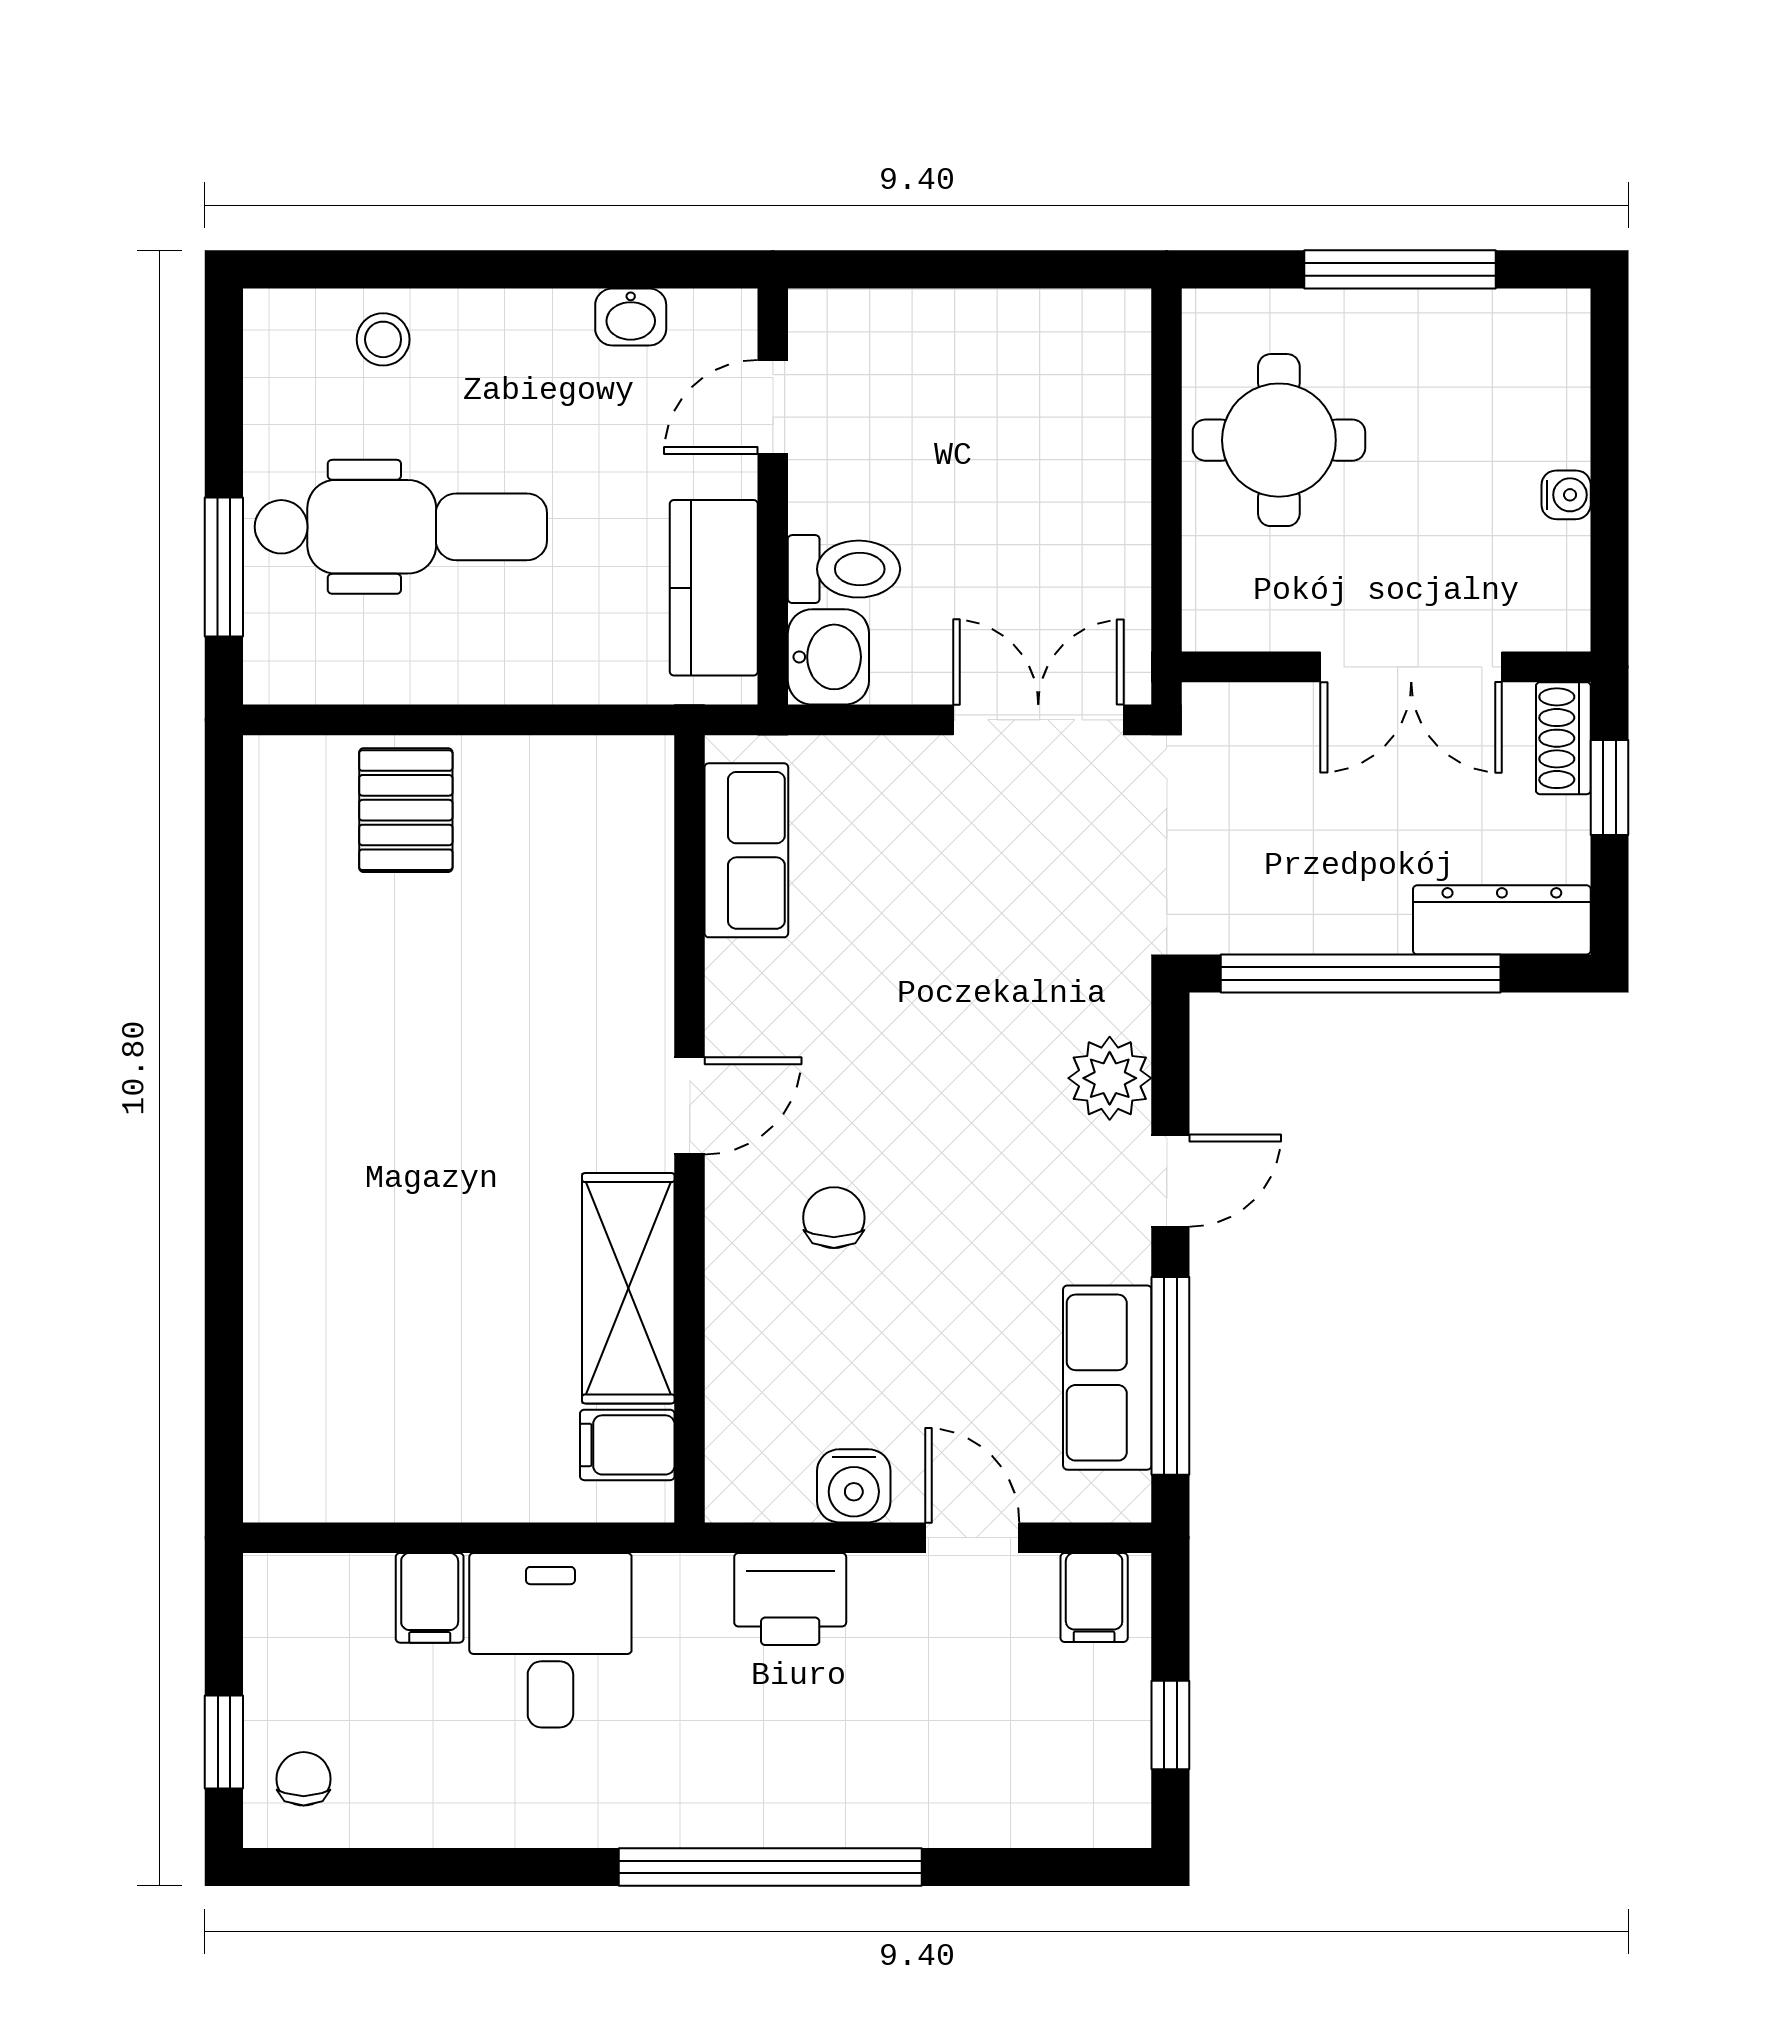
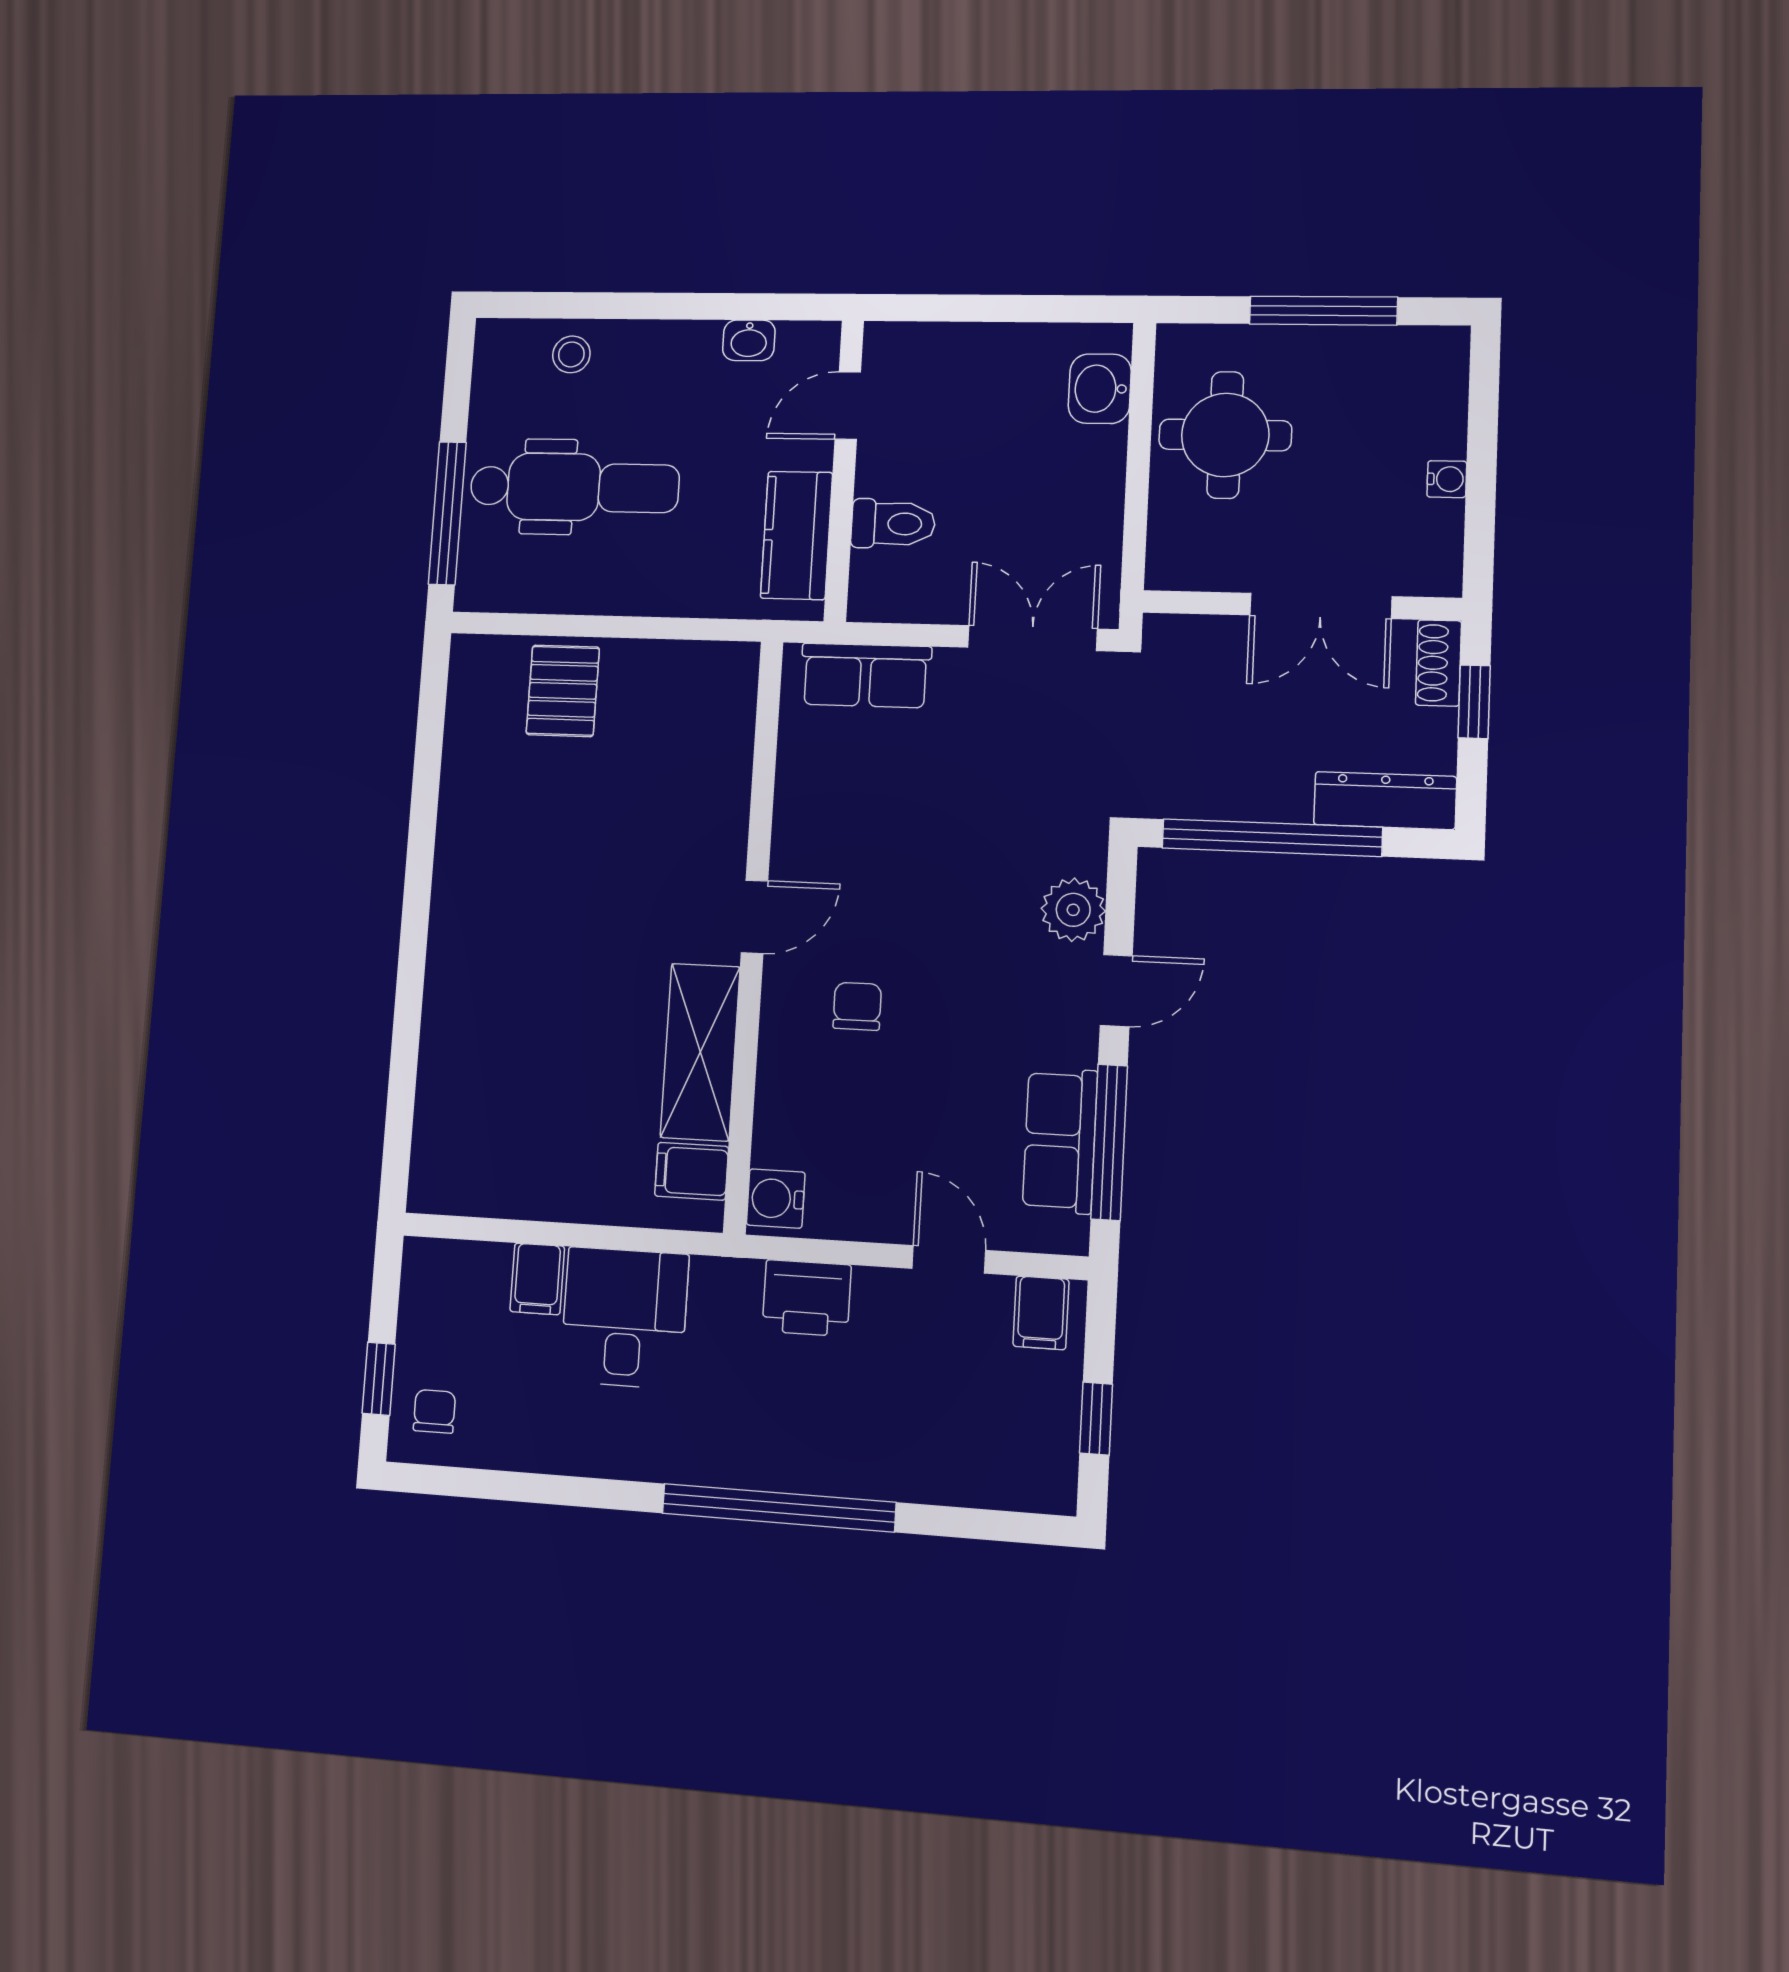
window: (224, 567) -> (447, 513), width x1.44
washbasin: (828, 657) -> (1100, 389), moved, turned 180
row of seats: (746, 850) -> (865, 675), moved, turned 90
water cooler: (854, 1486) -> (776, 1199), moved, turned 90

